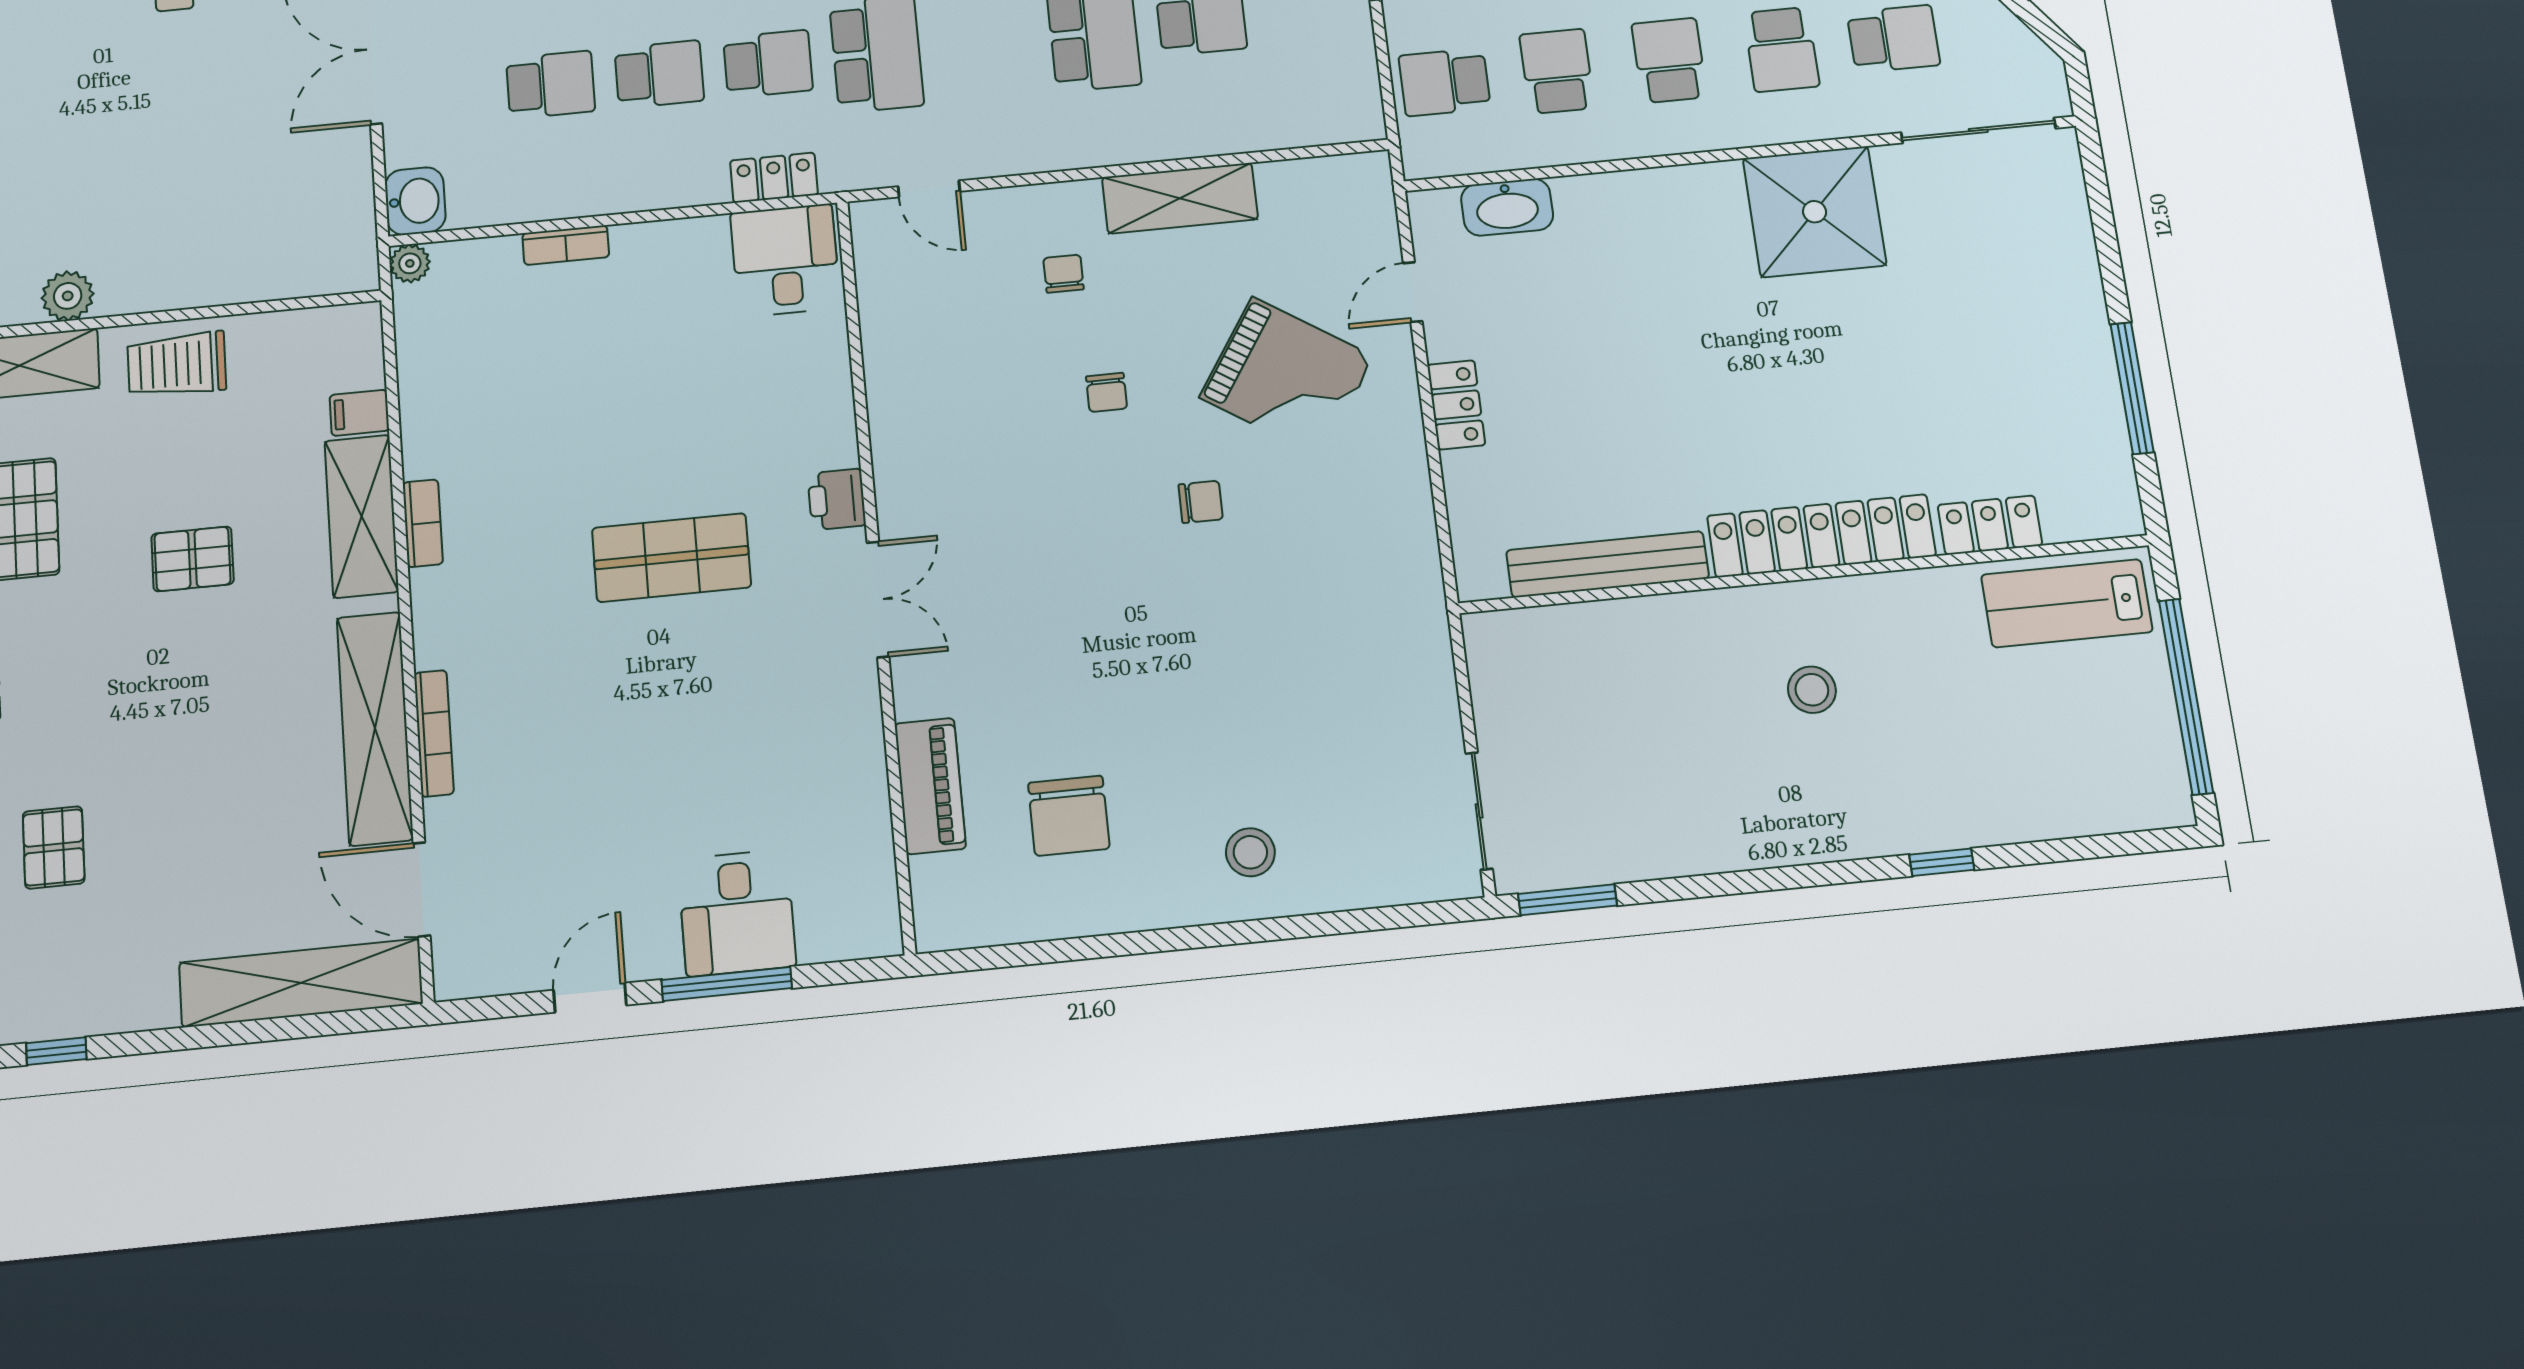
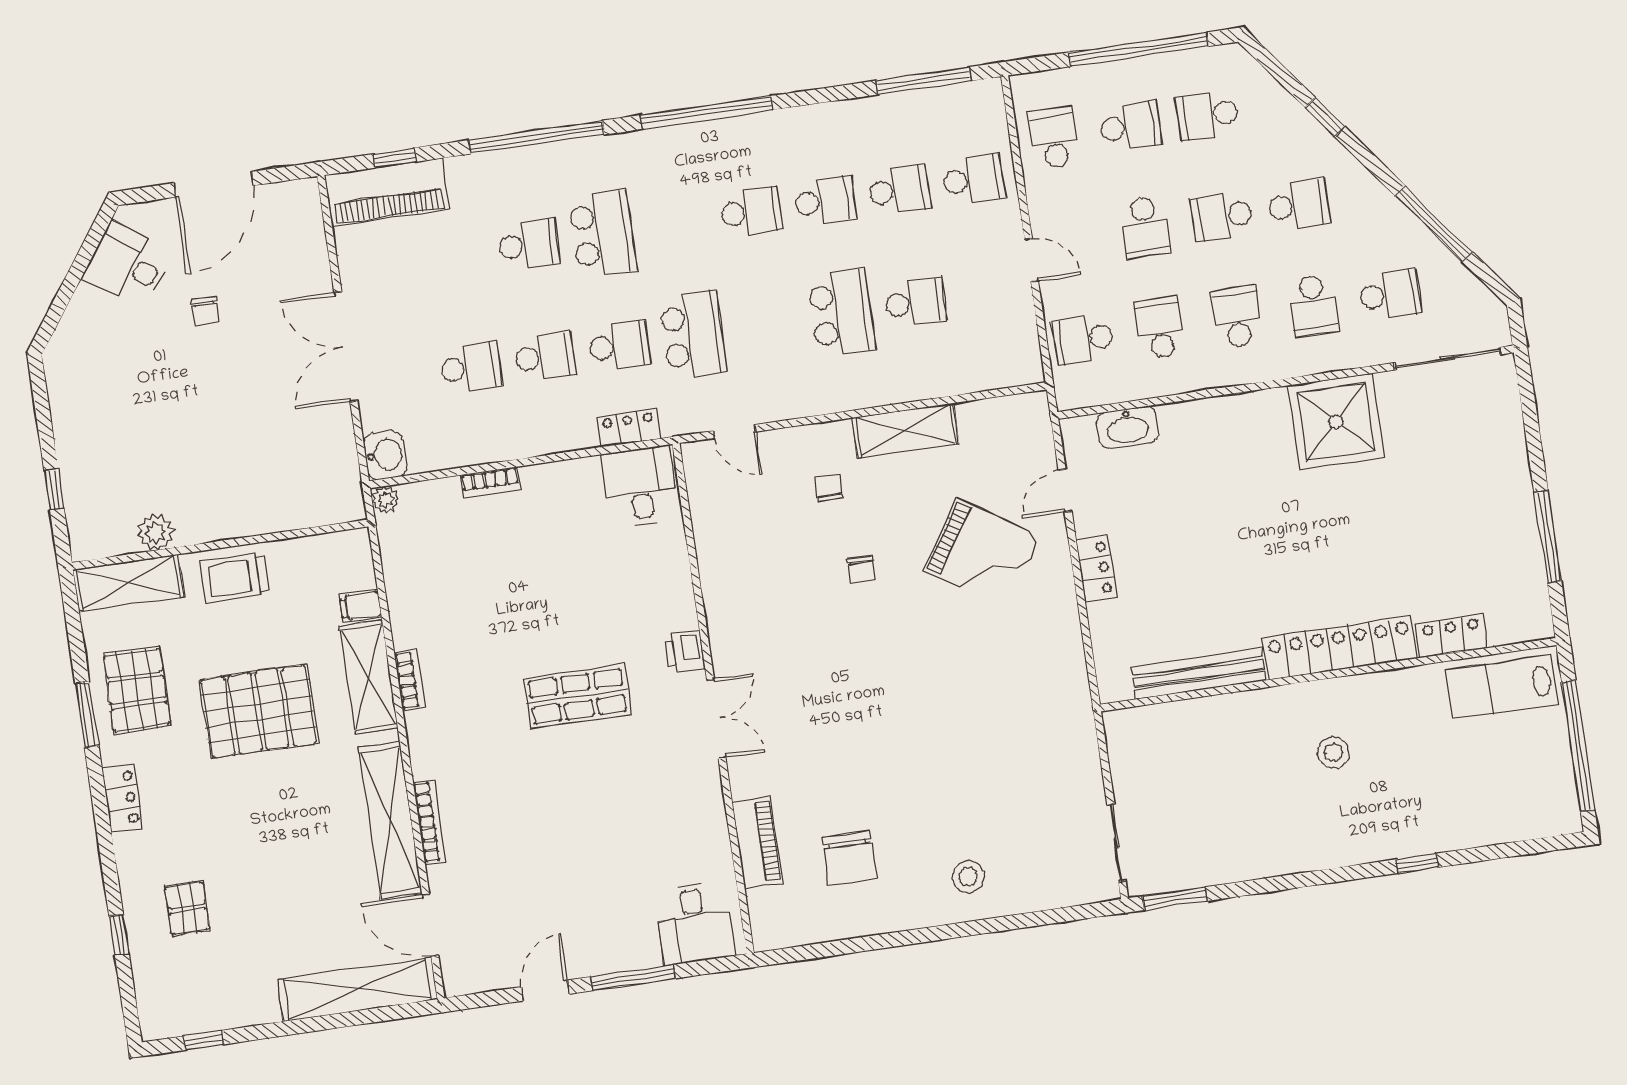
chair: (1201, 502) -> (927, 643), removed
pallet: (192, 559) -> (259, 711), width x2.05, depth x2.00
desk: (737, 913) -> (694, 923), moved

